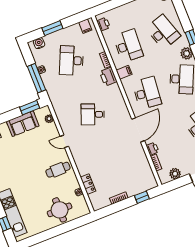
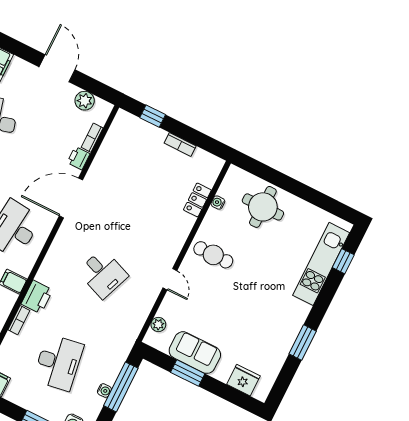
desk: (71, 60) -> (58, 362), turned -33
window: (30, 108) -> (188, 373), moved

